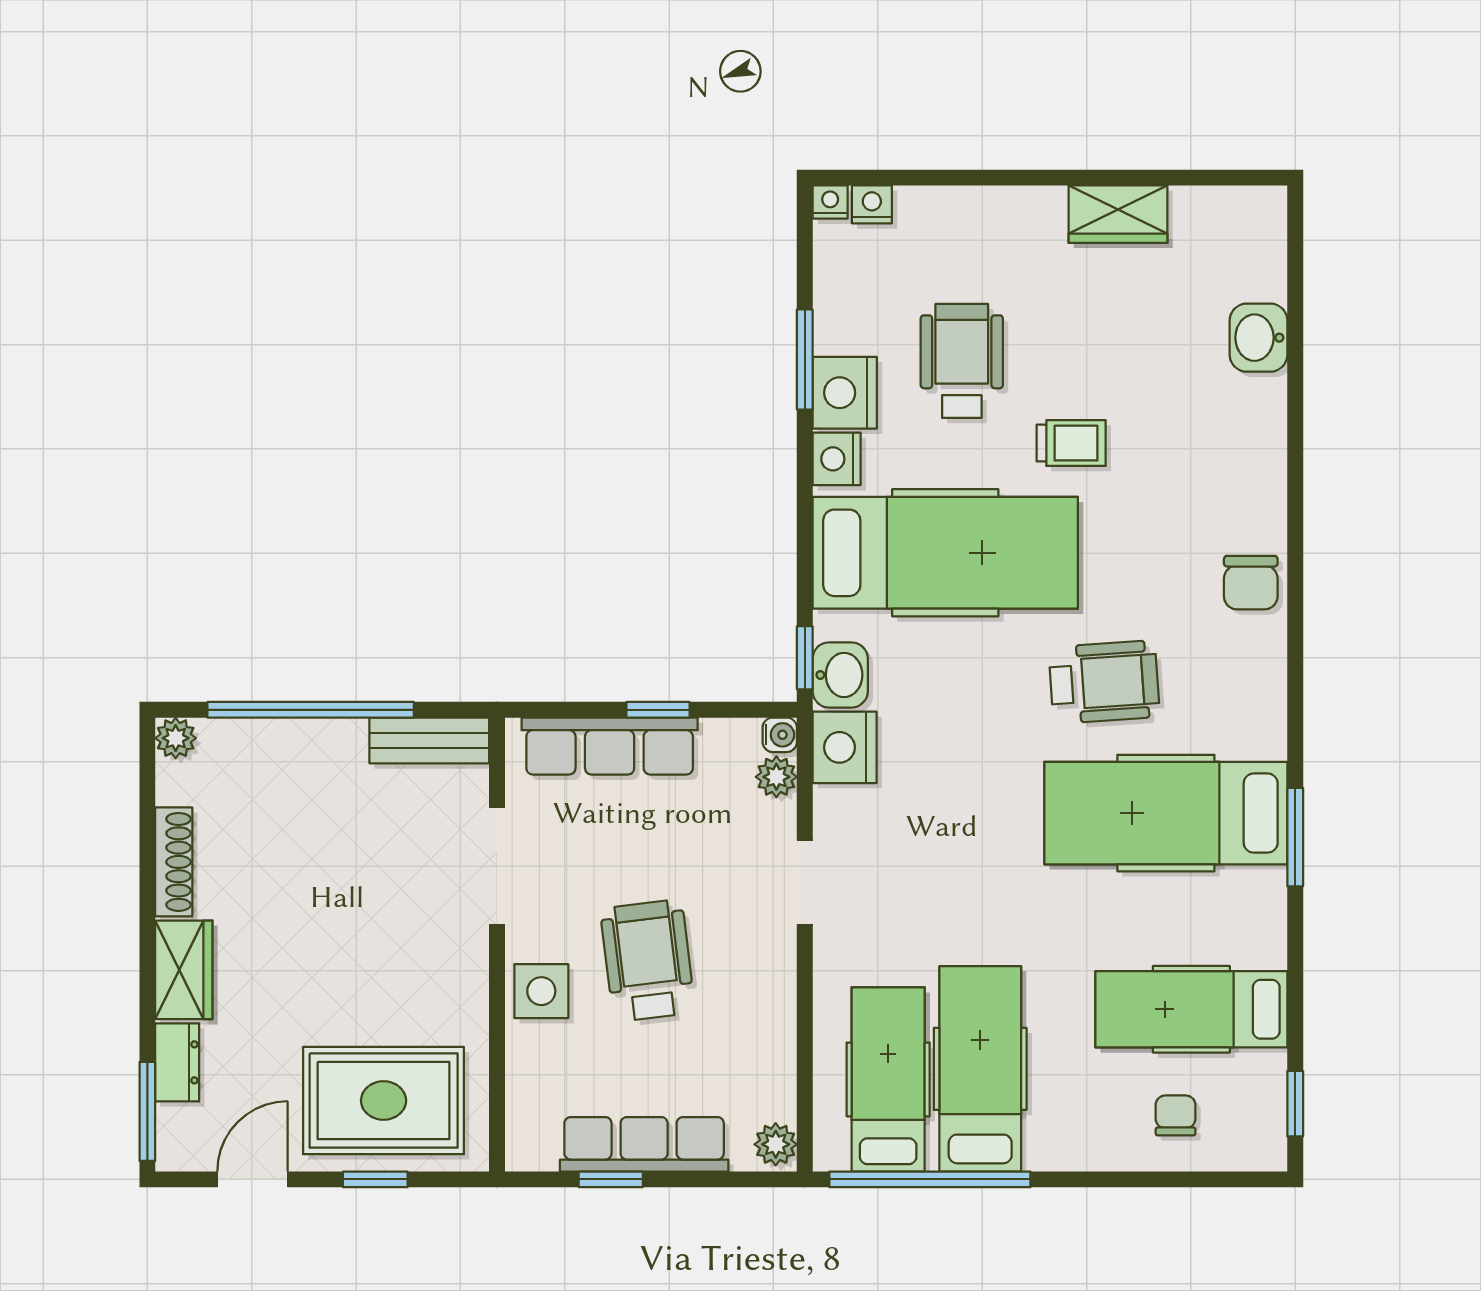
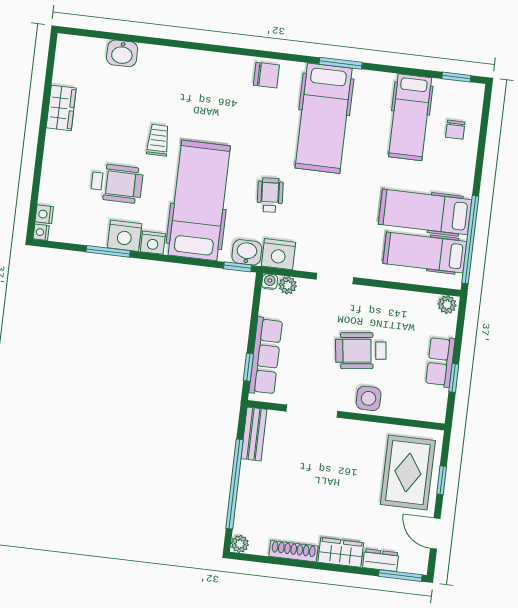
wheelchair: (962, 361) -> (117, 183), turned 180
chair: (1251, 583) -> (266, 75), moved
wheelchair: (1104, 682) -> (270, 195), moved, width x0.73, depth x0.73
window: (658, 710) -> (248, 367), moved
chair: (1175, 1115) -> (455, 130), turned -90
row of seats: (644, 1144) -> (440, 362), width x0.68

